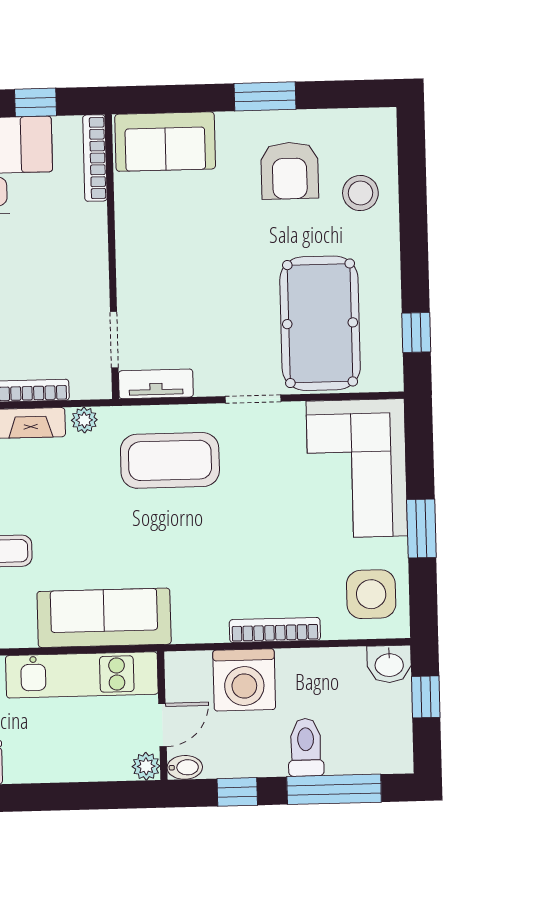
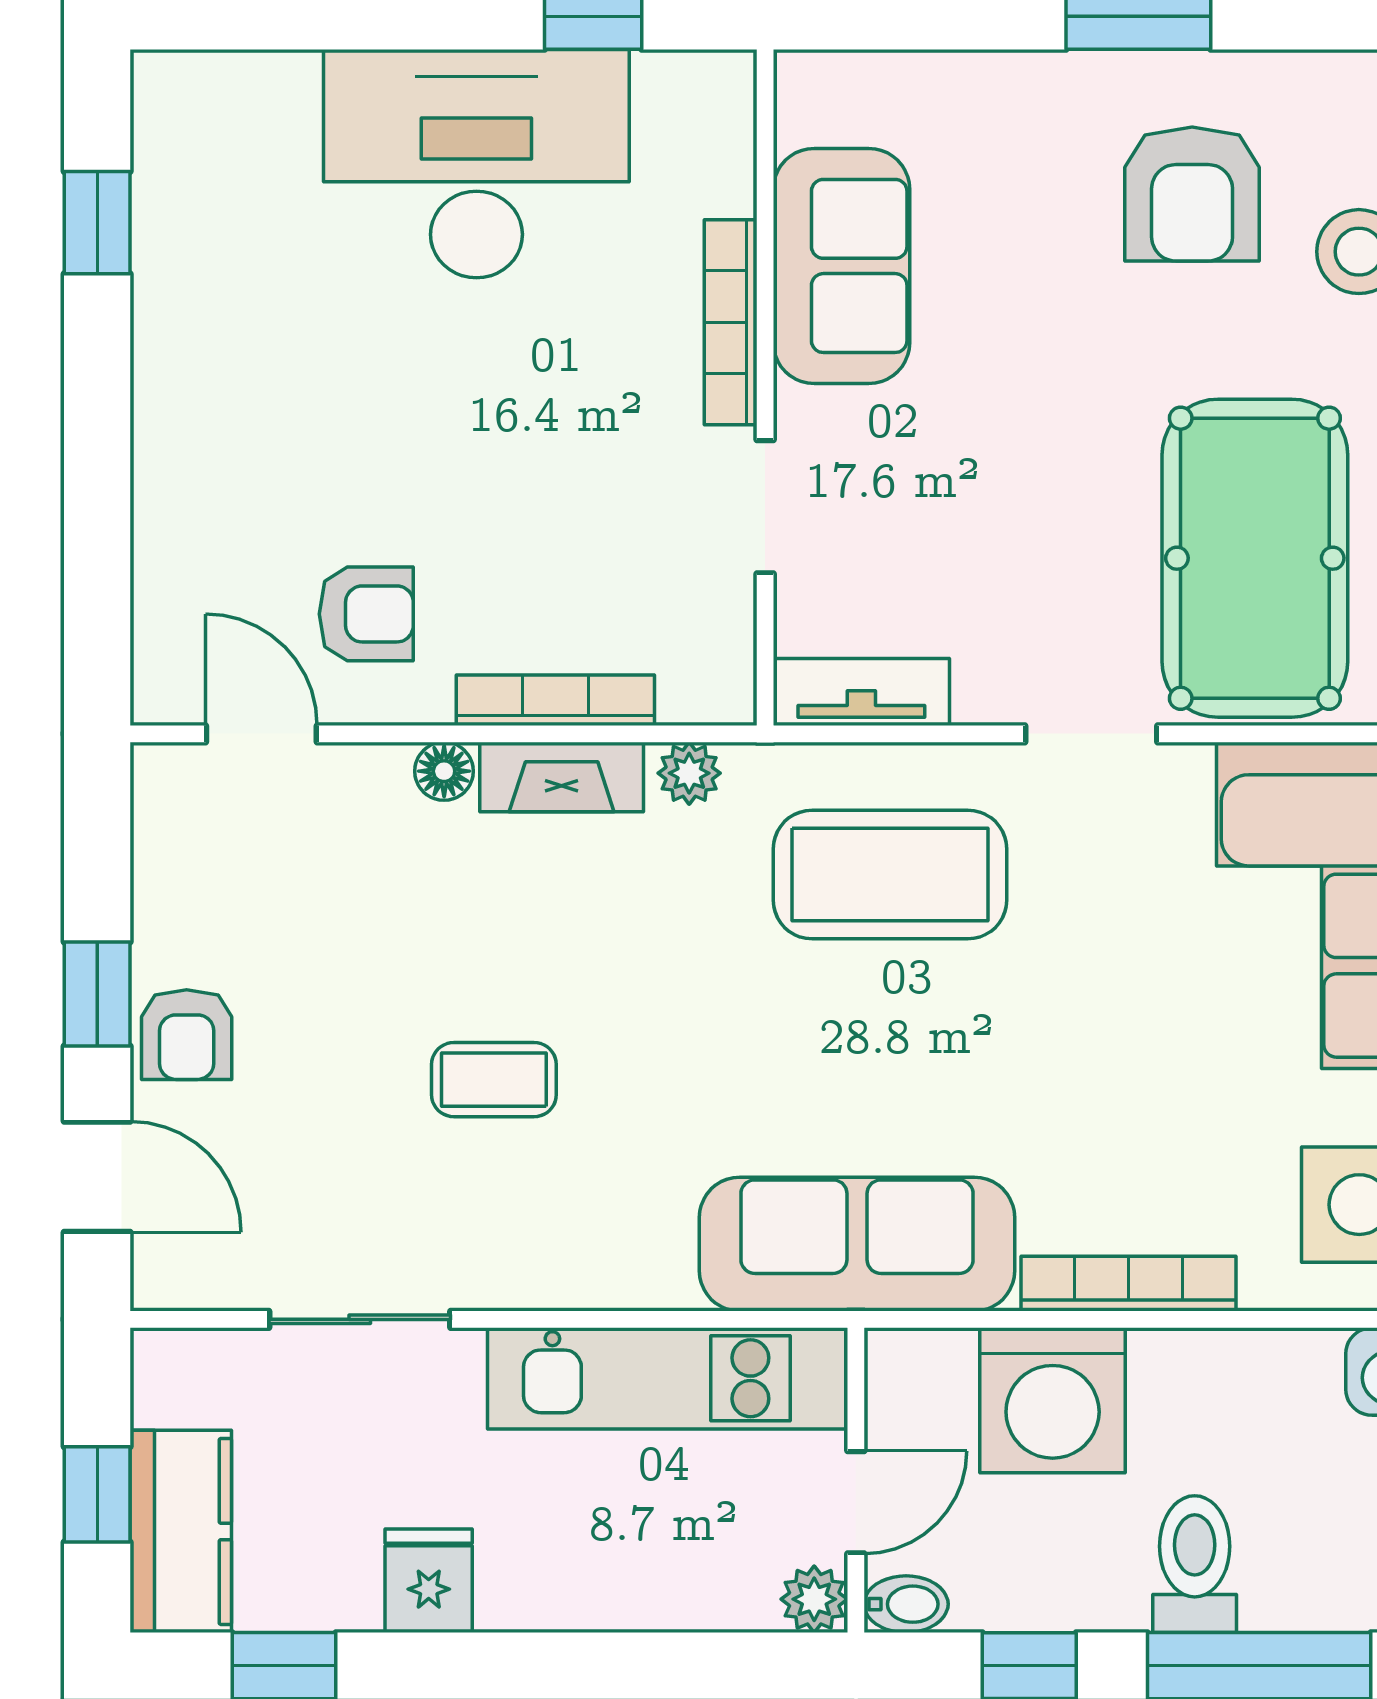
sofa: (165, 142) -> (841, 266), moved, turned -90
bookcase: (95, 158) -> (731, 322), moved
doorway: (114, 340) -> (765, 507), moved
sofa: (104, 618) -> (857, 1244), moved

